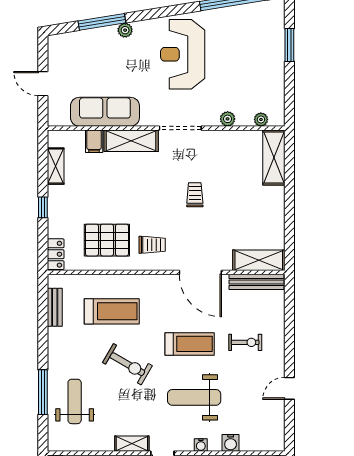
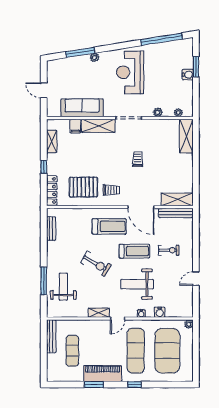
water cooler: (276, 58) -> (188, 75), added
locker: (56, 254) -> (52, 190), width x1.53
treadmill: (112, 311) -> (109, 226), moved

